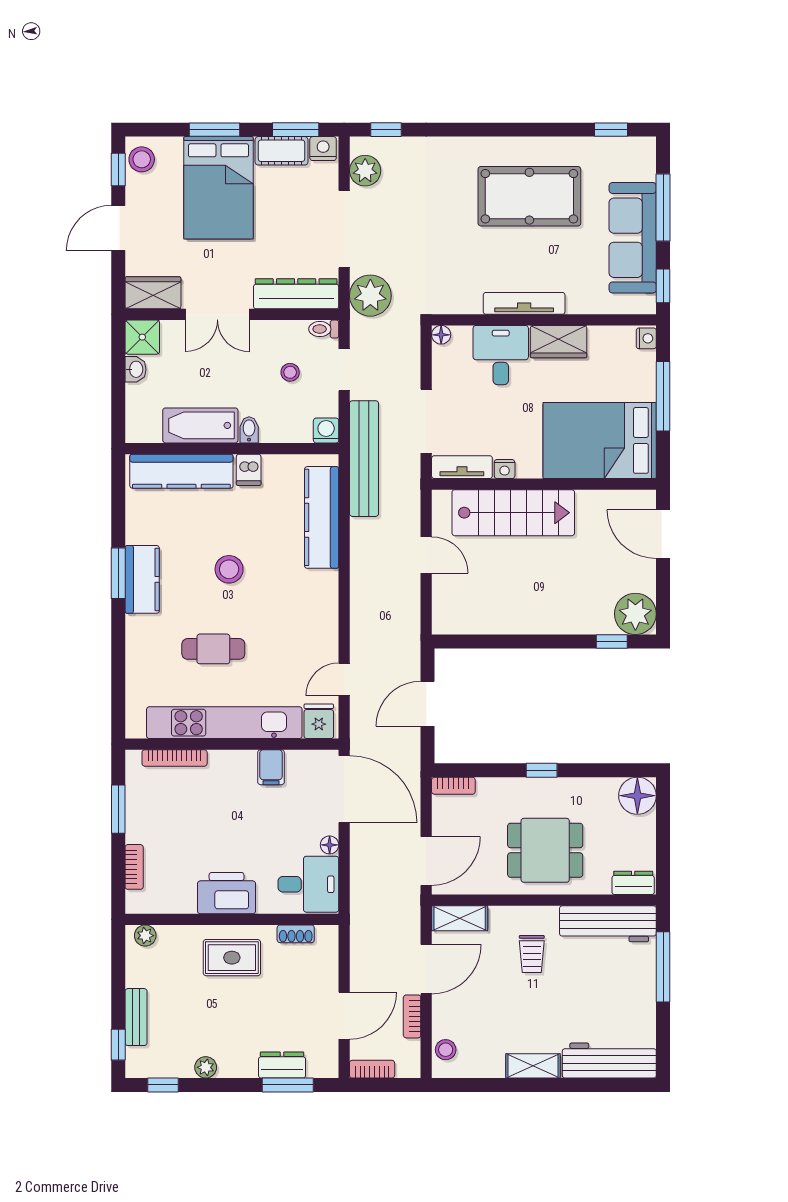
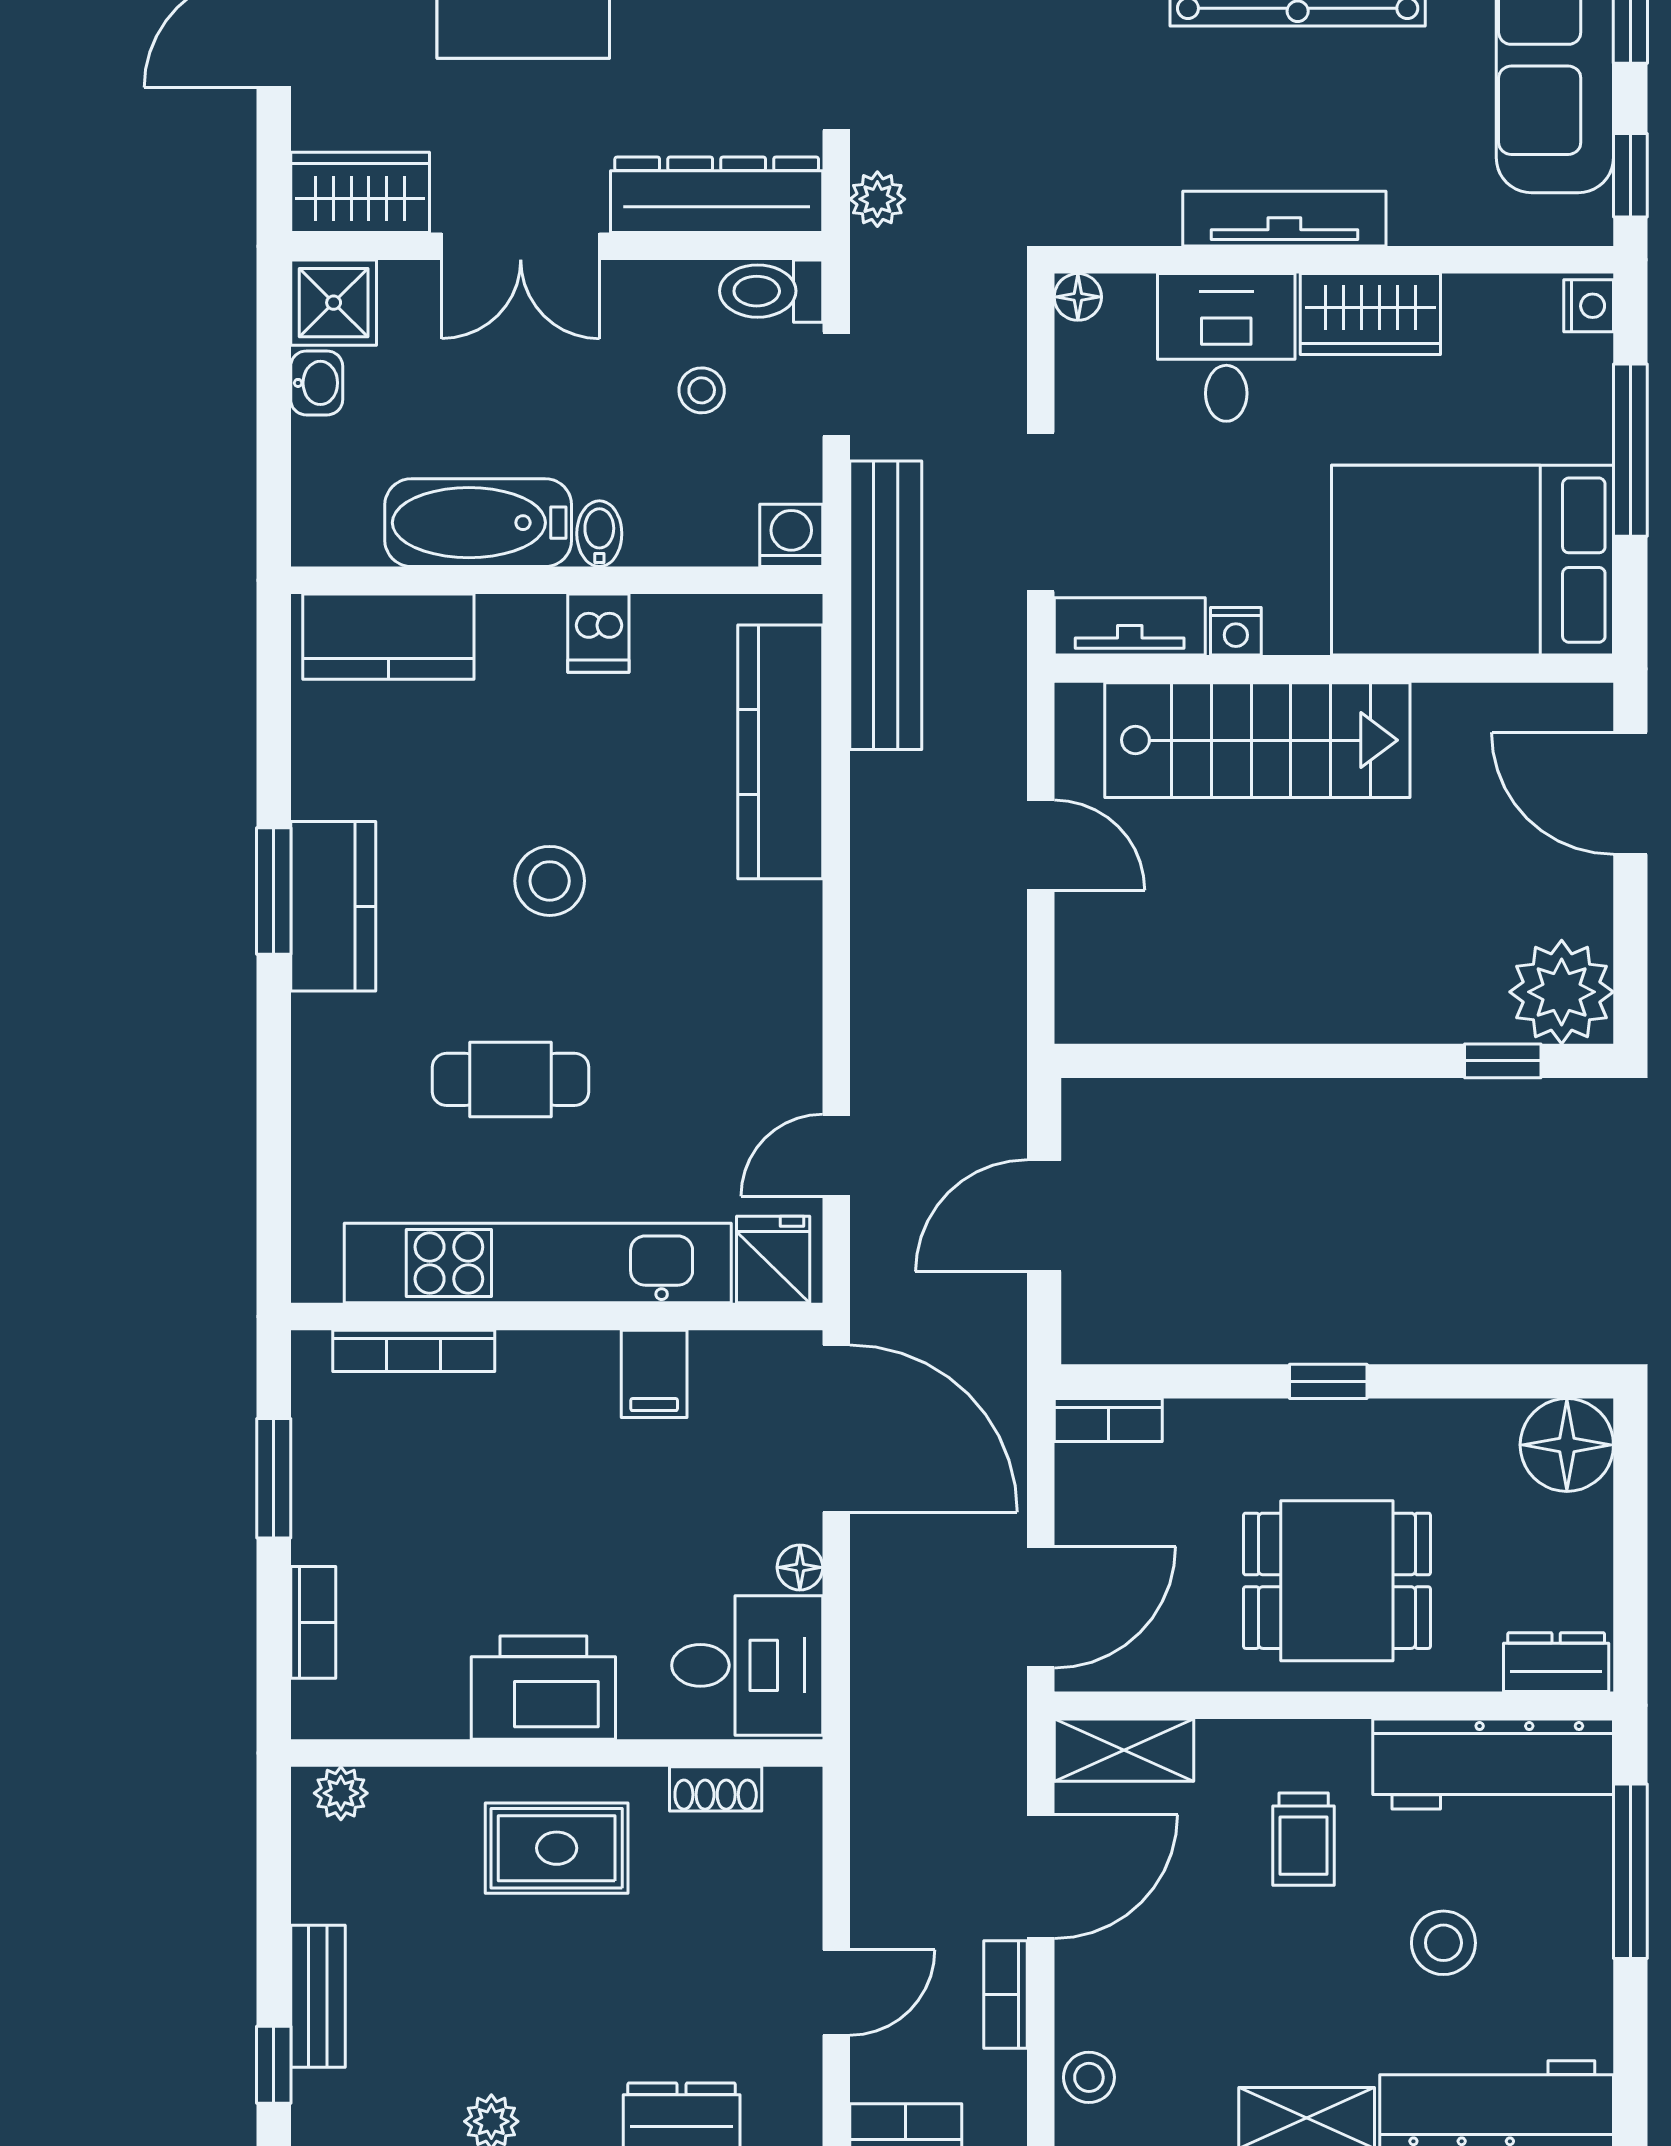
plant: (370, 296) -> (877, 199), width x0.53, depth x0.53
toilet: (324, 329) -> (771, 291), width x1.37, depth x1.39
kitchen counter: (181, 471) -> (388, 637), width x0.67
stool: (588, 996) -> (1443, 1943), added
door: (344, 1016) -> (836, 1993), width x0.73

